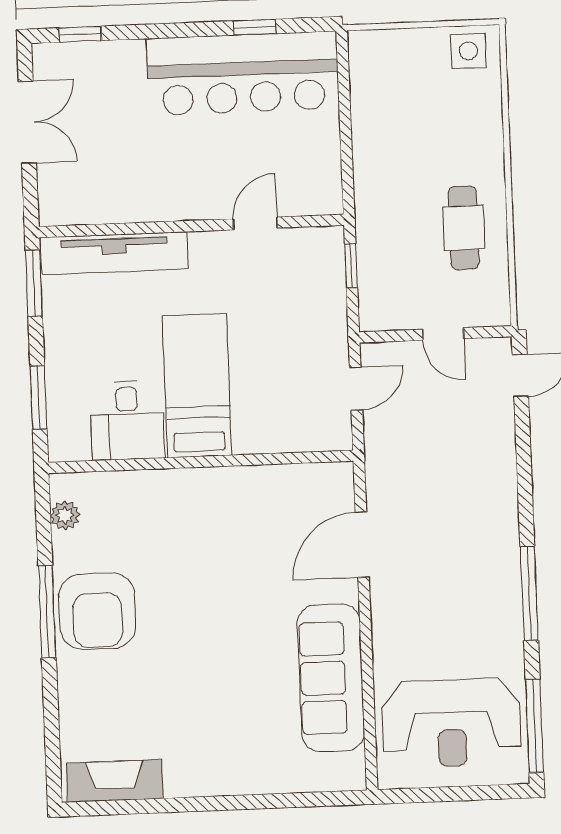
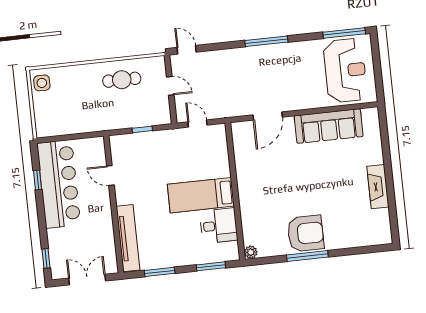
door: (255, 223) -> (110, 176), moved
wall: (191, 226) -> (113, 204), moved
tv unit: (114, 253) -> (128, 238), moved
door: (443, 334) -> (170, 86), hinge flipped
plant: (65, 515) -> (251, 252), moved
door: (362, 545) -> (268, 116), hinge flipped
window: (529, 593) -> (266, 41), moved
fireplace: (115, 781) -> (378, 187), moved

